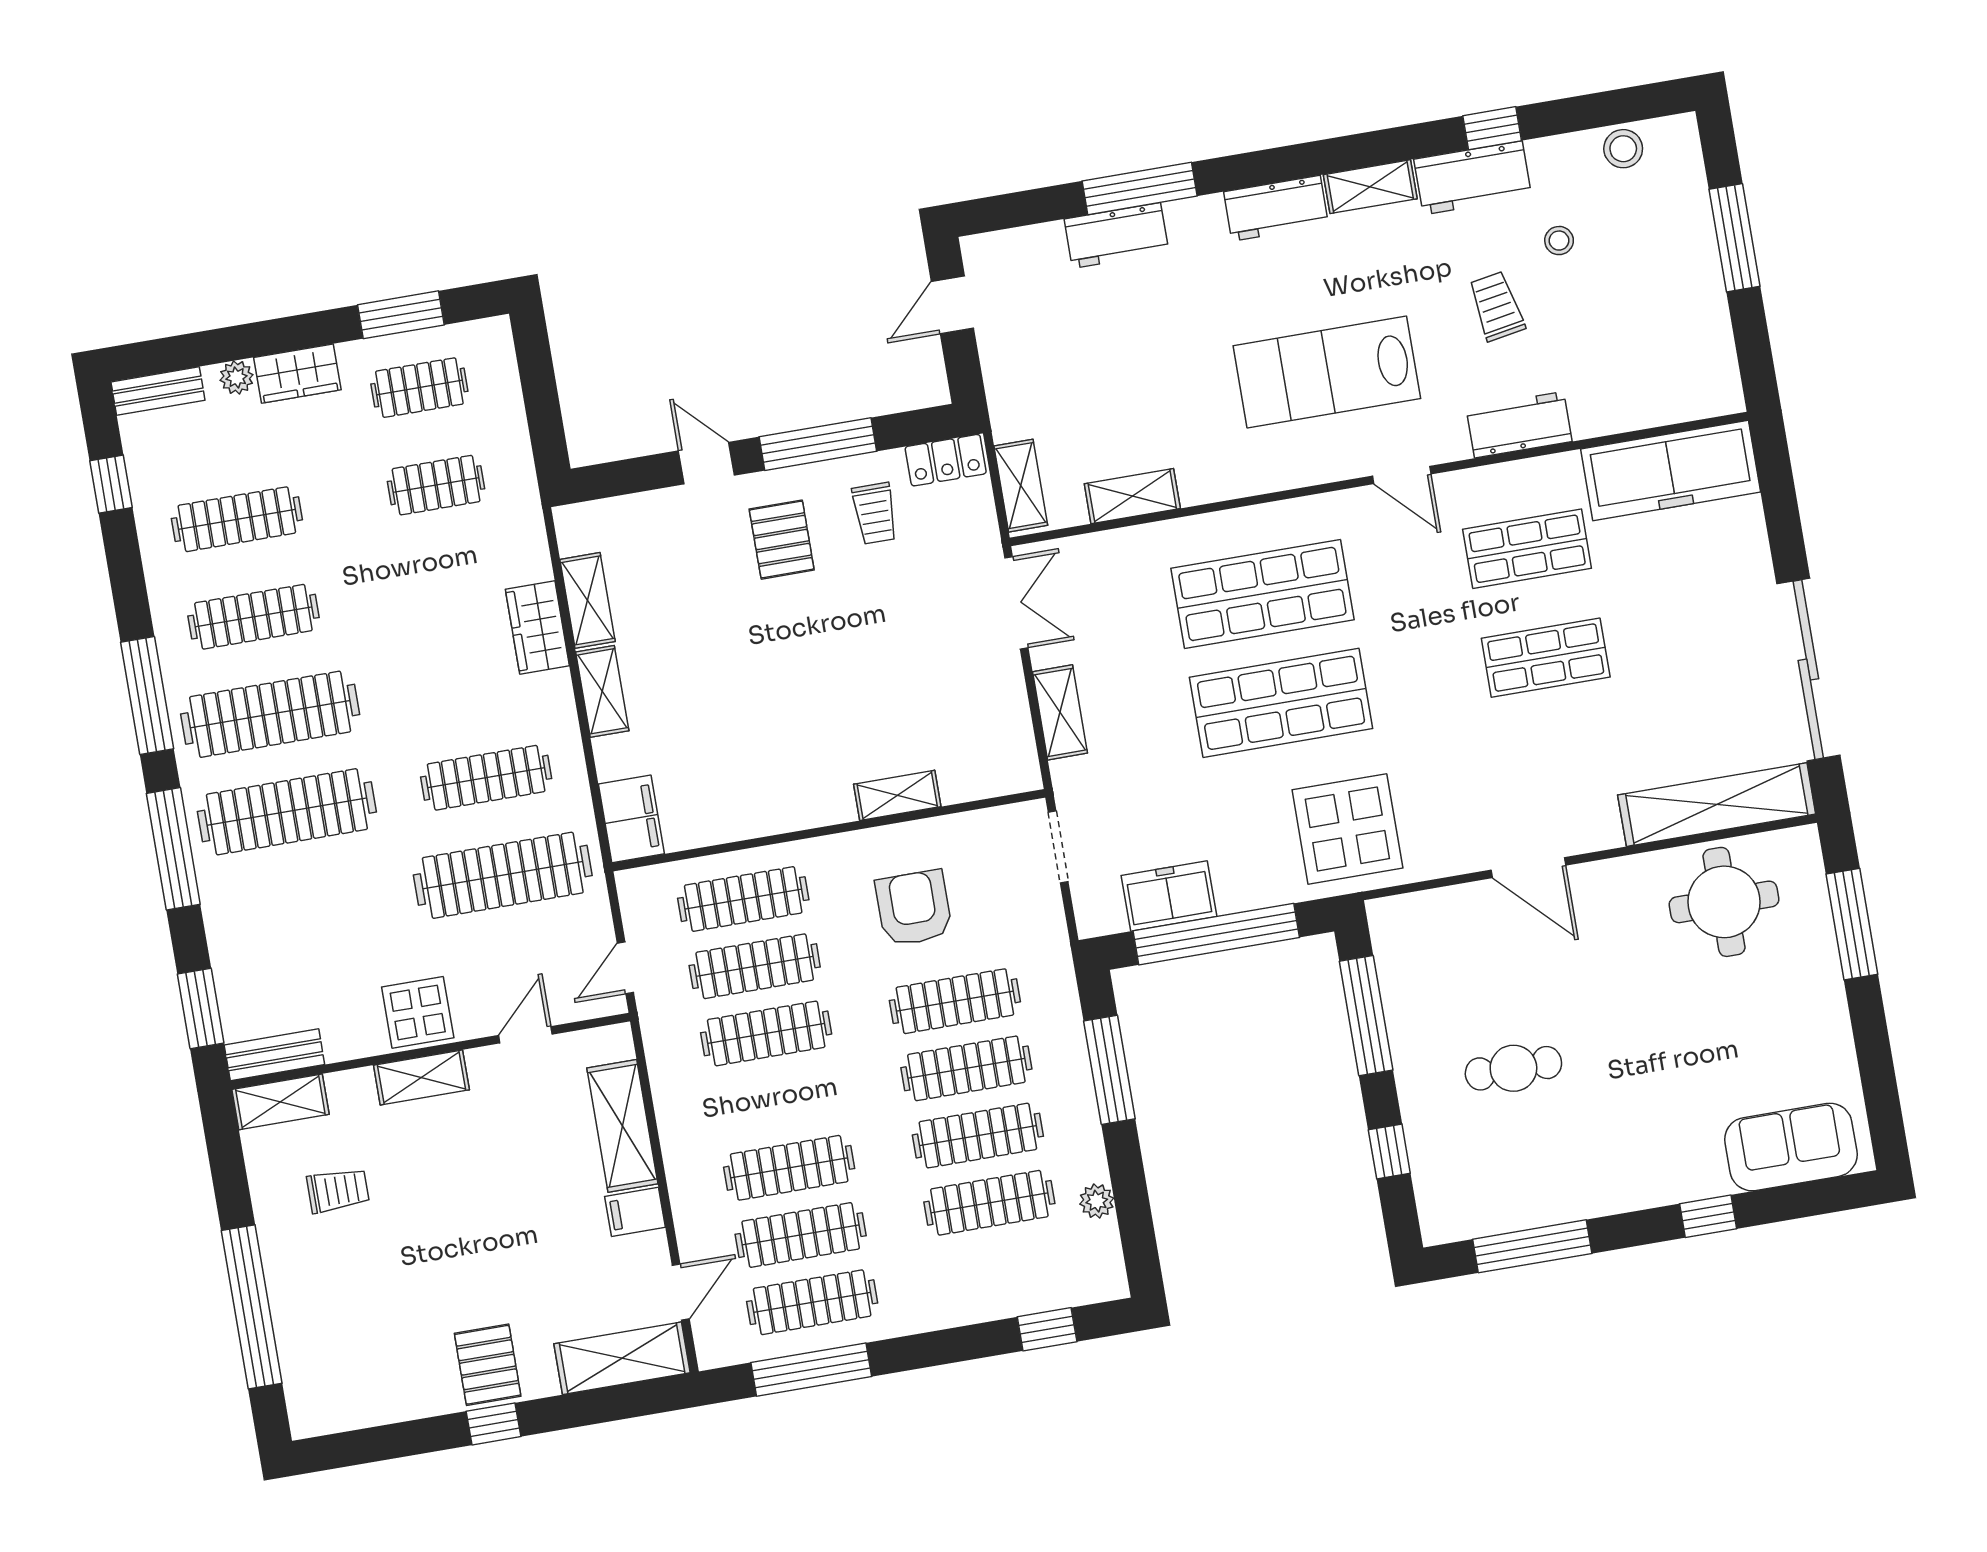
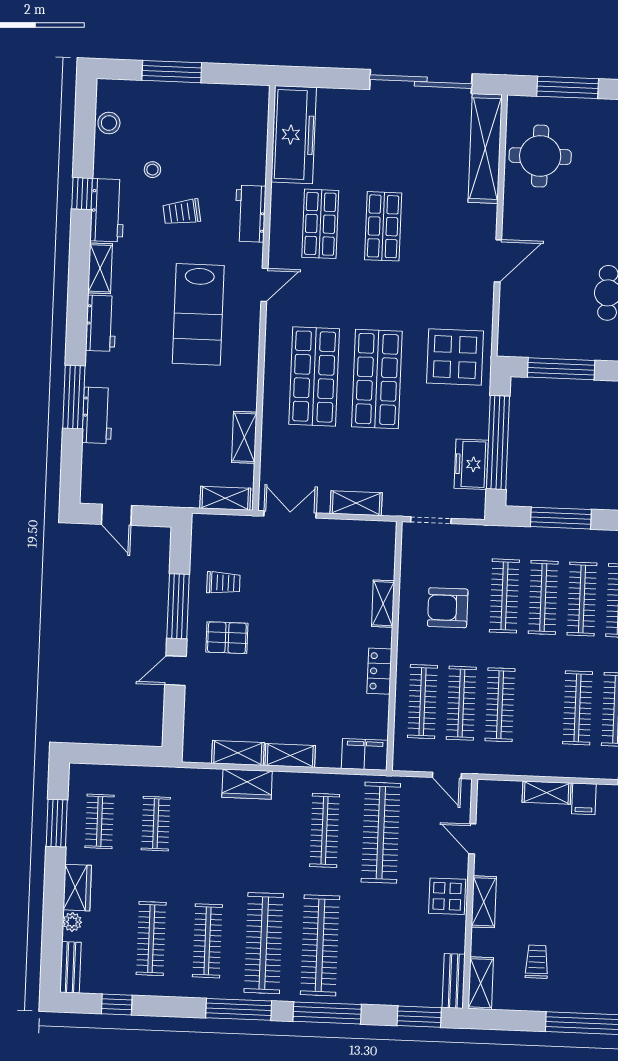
locker: (946, 460) -> (379, 671), moved, turned 180
shelving: (622, 1126) -> (547, 793), width x0.67, depth x0.75

